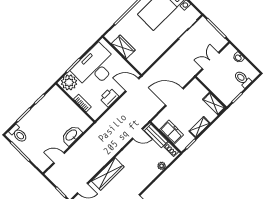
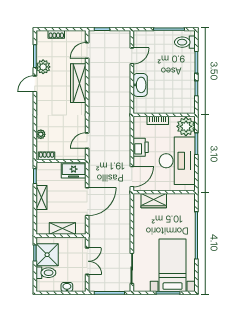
wardrobe: (123, 47) -> (154, 201), moved
shower: (231, 89) -> (47, 255), added
shelving: (214, 104) -> (62, 229), moved
freezer: (172, 132) -> (74, 170), moved
bench: (156, 136) -> (70, 154), removed

